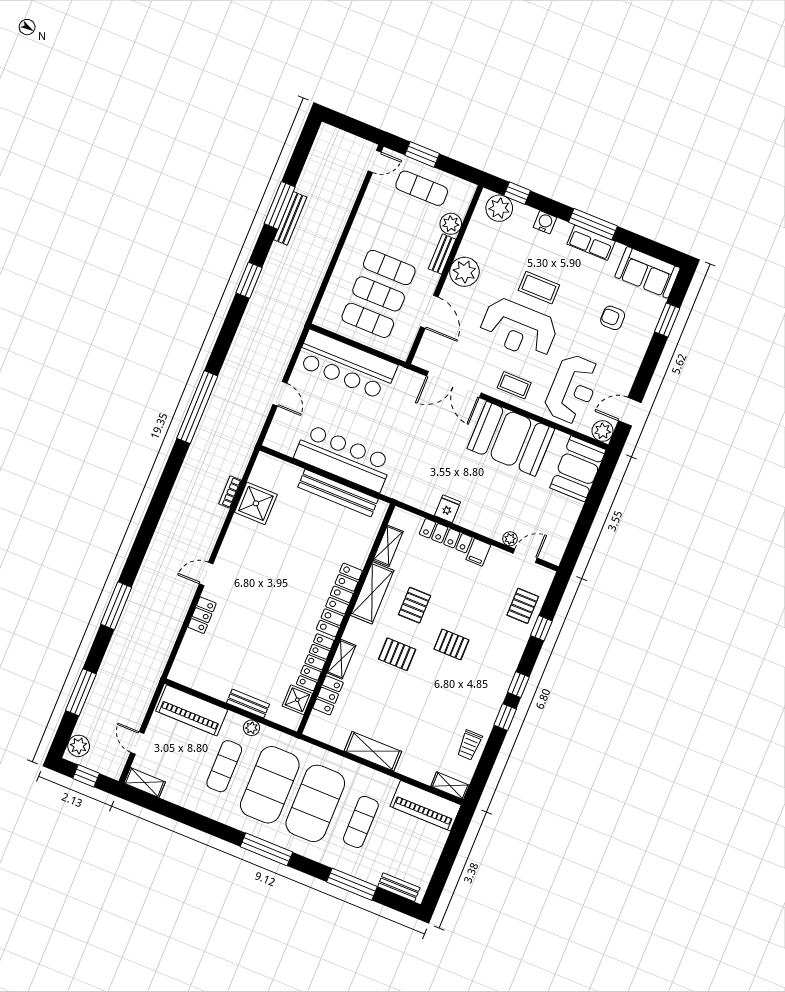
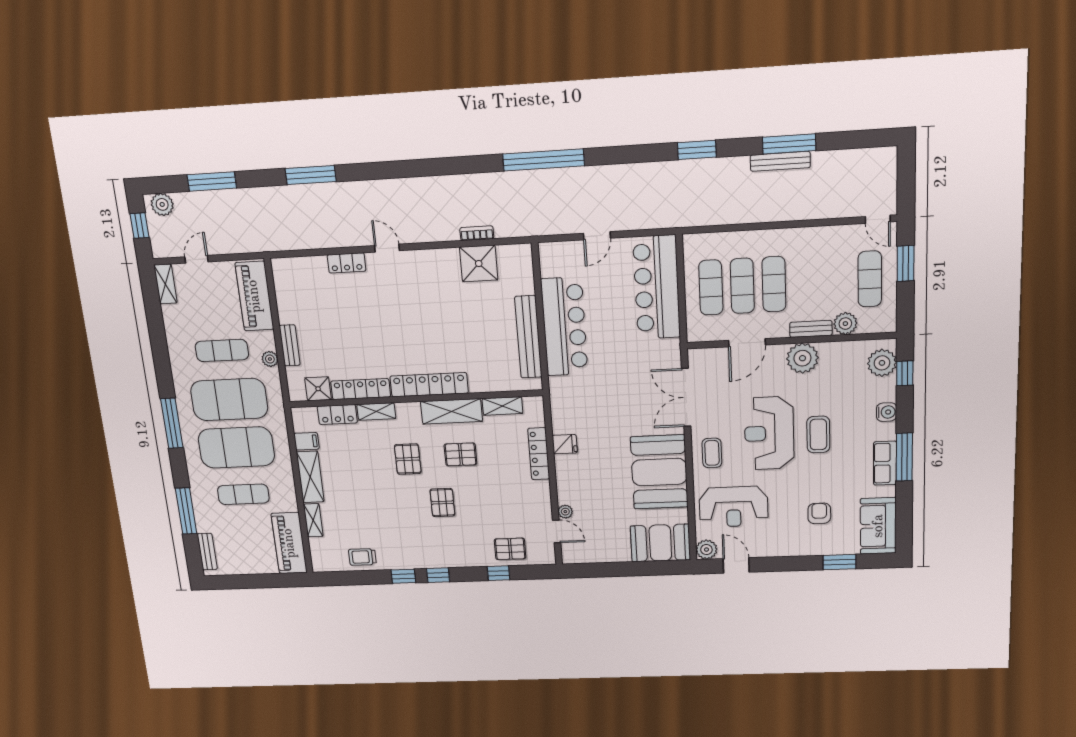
filing cabinet: (478, 552) -> (306, 441), moved, turned 180
shelving: (450, 786) -> (313, 520), moved

